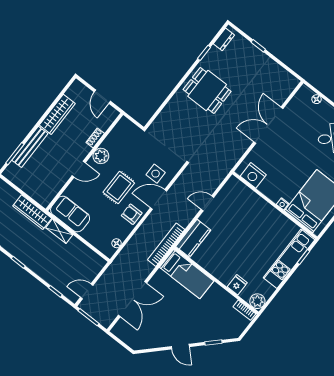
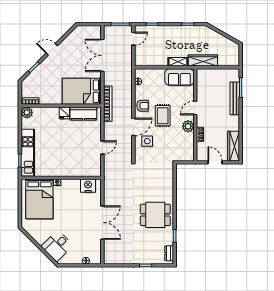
wardrobe: (57, 114) -> (234, 146), moved
kitchen counter: (193, 238) -> (83, 113), moved, turned -90
bed: (187, 274) -> (82, 91), width x1.50
fridge: (237, 285) -> (64, 113), moved

